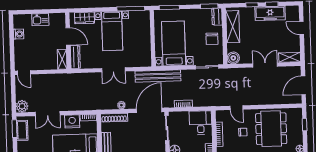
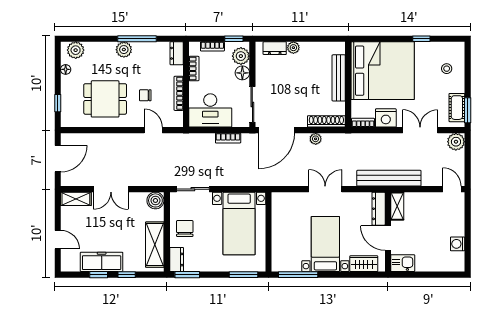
kitchen sink: (40, 20) -> (403, 263), moved
bench: (158, 76) -> (389, 178), moved
desk: (201, 123) -> (210, 110), width x1.37
dining table: (271, 129) -> (105, 99), width x0.73

